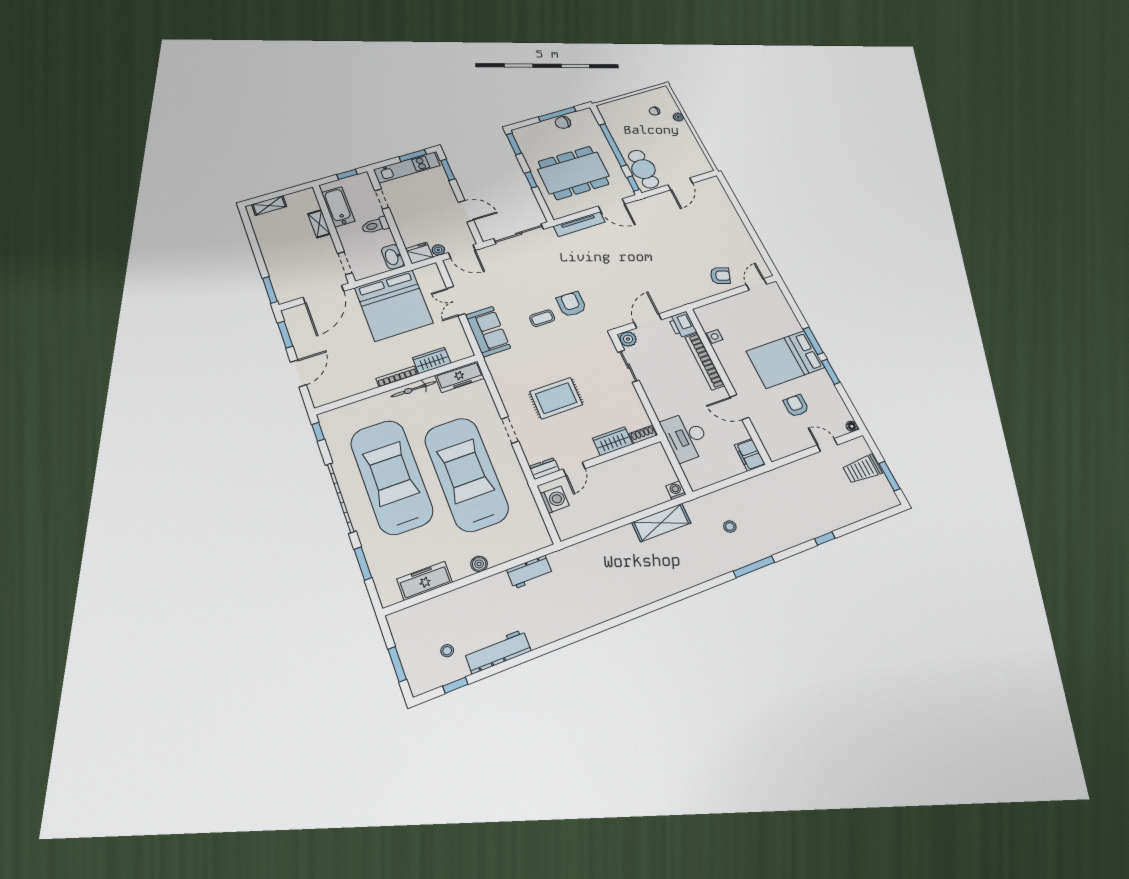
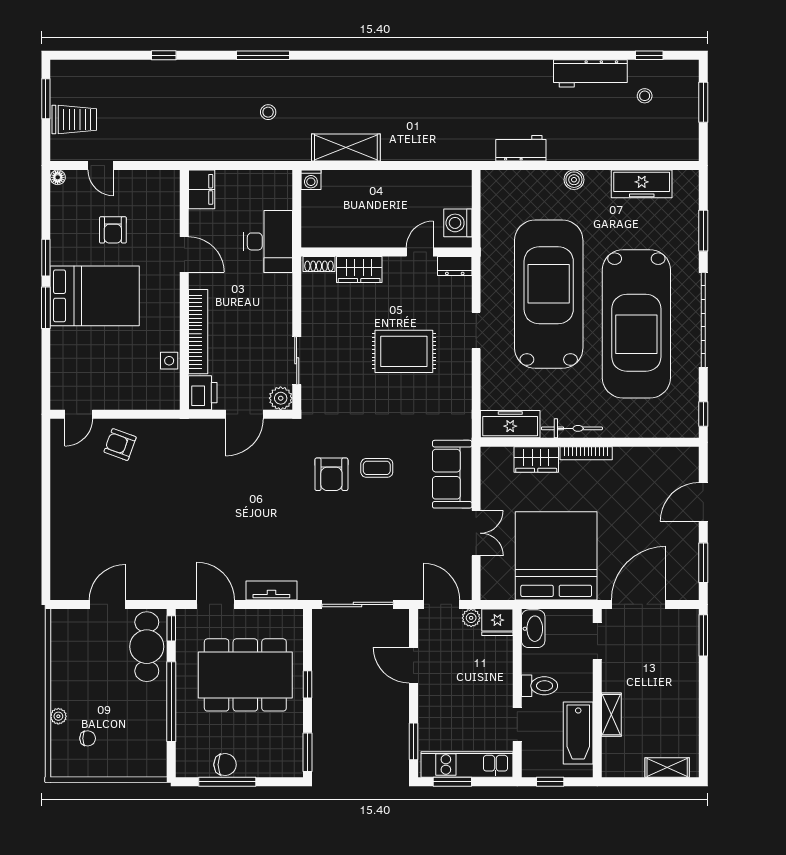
tv unit: (579, 224) -> (271, 590), width x0.71
car: (466, 474) -> (549, 294), turned 180

